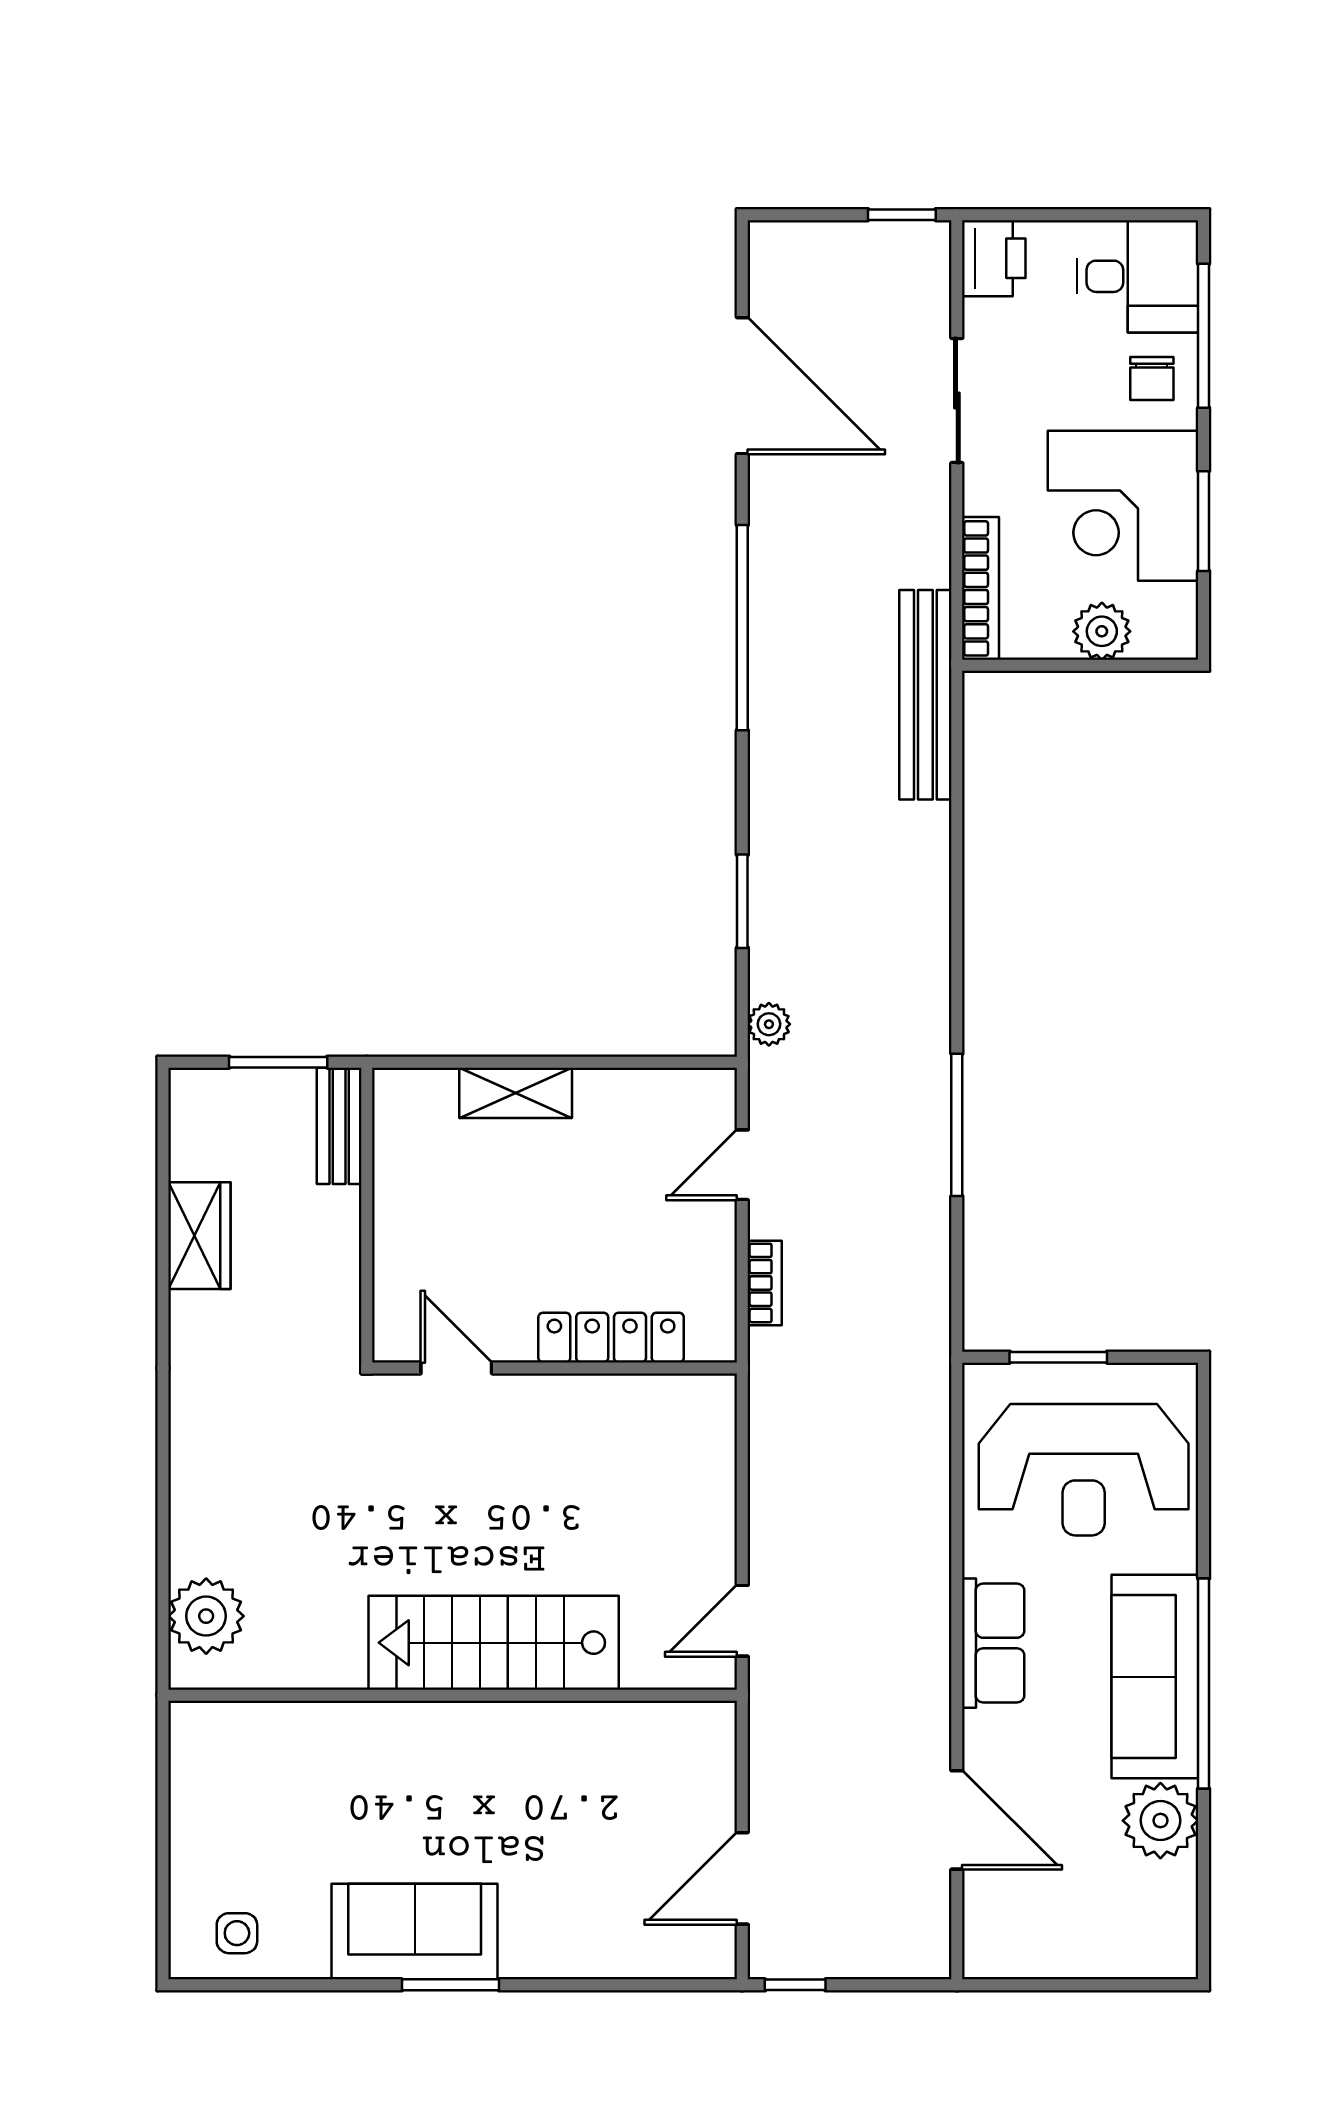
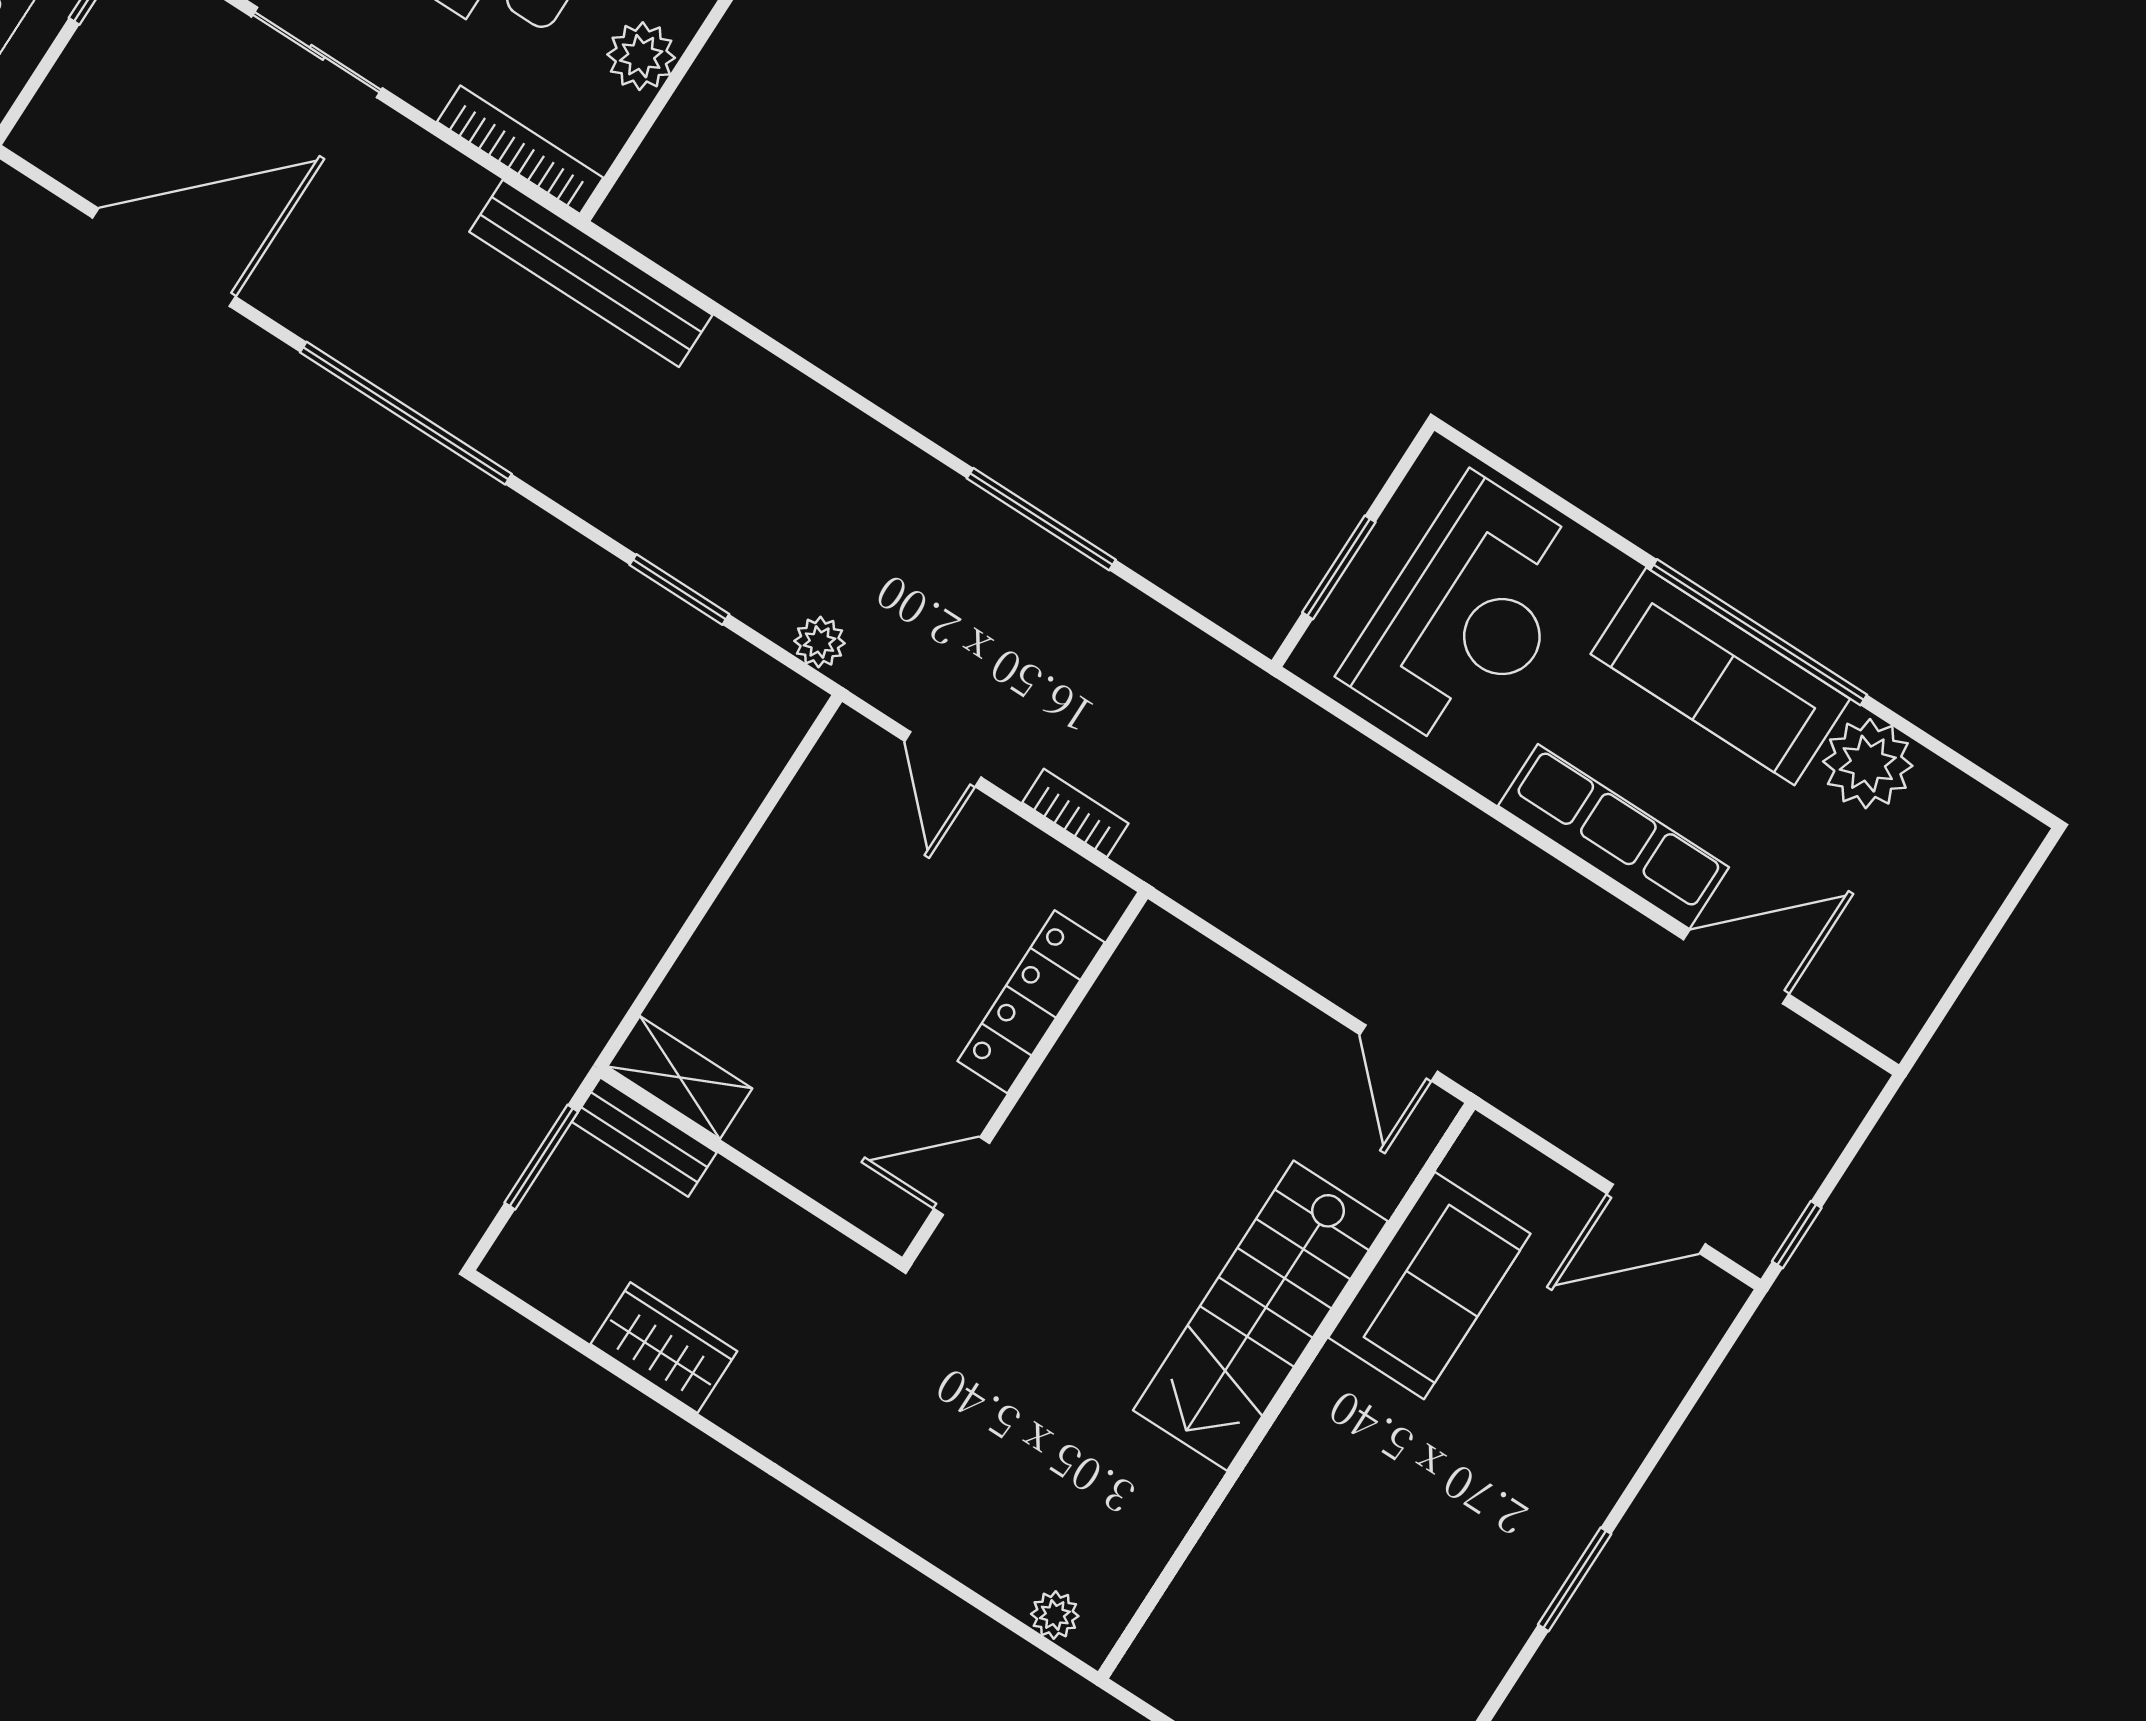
shelving: (516, 1093) -> (680, 1078), moved, turned 90
plant: (206, 1616) -> (1055, 1615), width x0.53, depth x0.53
row of seats: (993, 1643) -> (1614, 836), width x1.48
door: (742, 1878) -> (1656, 1219), hinge flipped
sofa: (415, 1932) -> (1429, 1286), moved, turned 180

